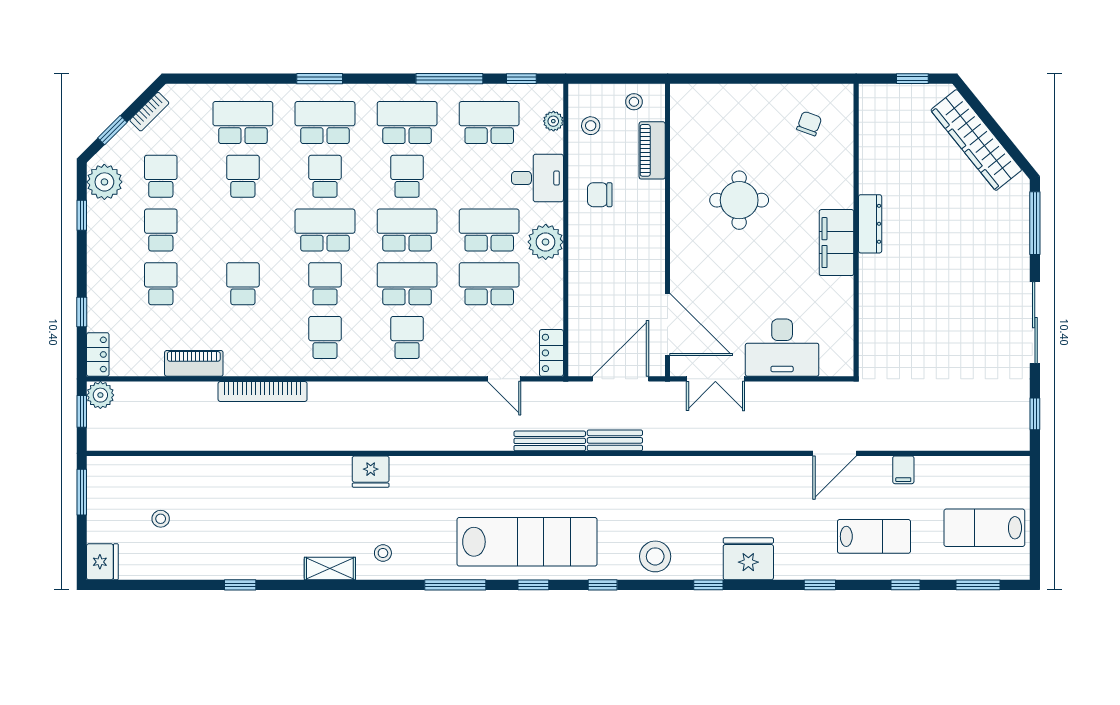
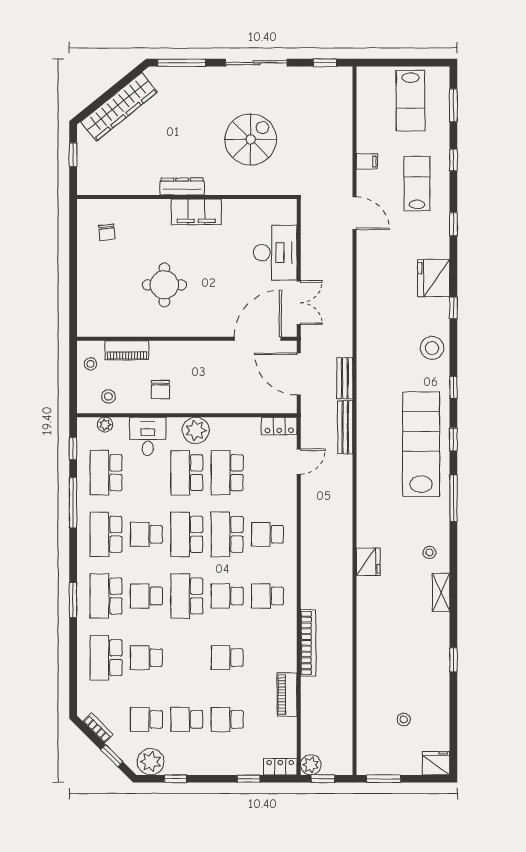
chair: (809, 124) -> (107, 232), turned -116
spiral stairs: (933, 315) -> (251, 139), added

